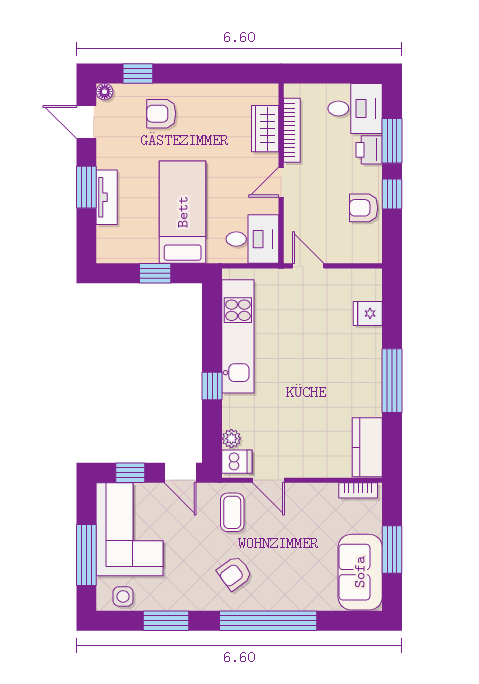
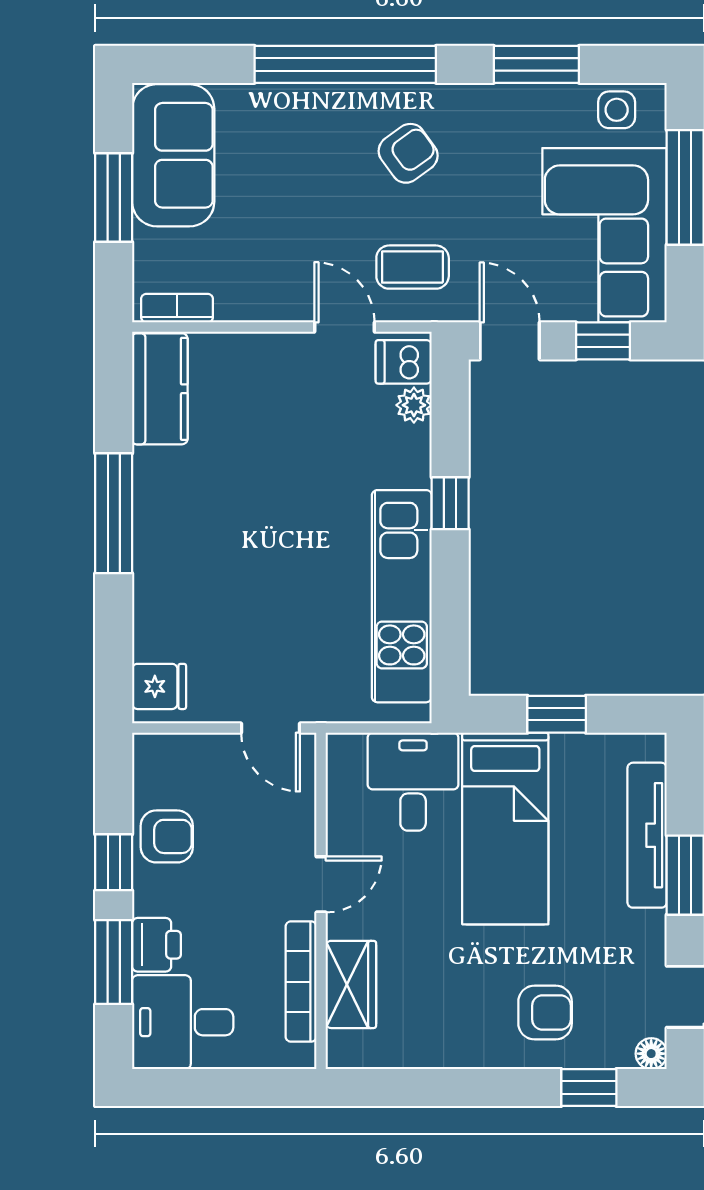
tv unit: (107, 197) -> (647, 835), width x1.41
desk: (252, 239) -> (413, 782), moved, turned 90
fridge: (368, 313) -> (159, 686), moved
coffee table: (232, 512) -> (413, 267), turned 90

